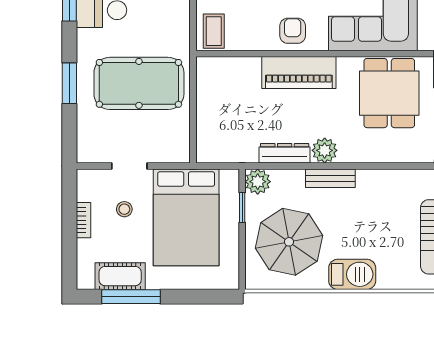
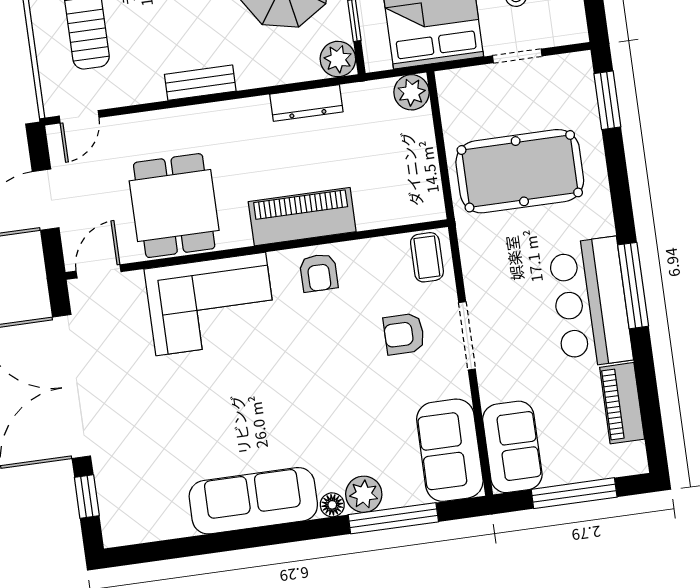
window: (69, 83) -> (607, 100), moved
plant: (325, 150) -> (411, 92), moved
bench: (330, 178) -> (200, 83), moved

